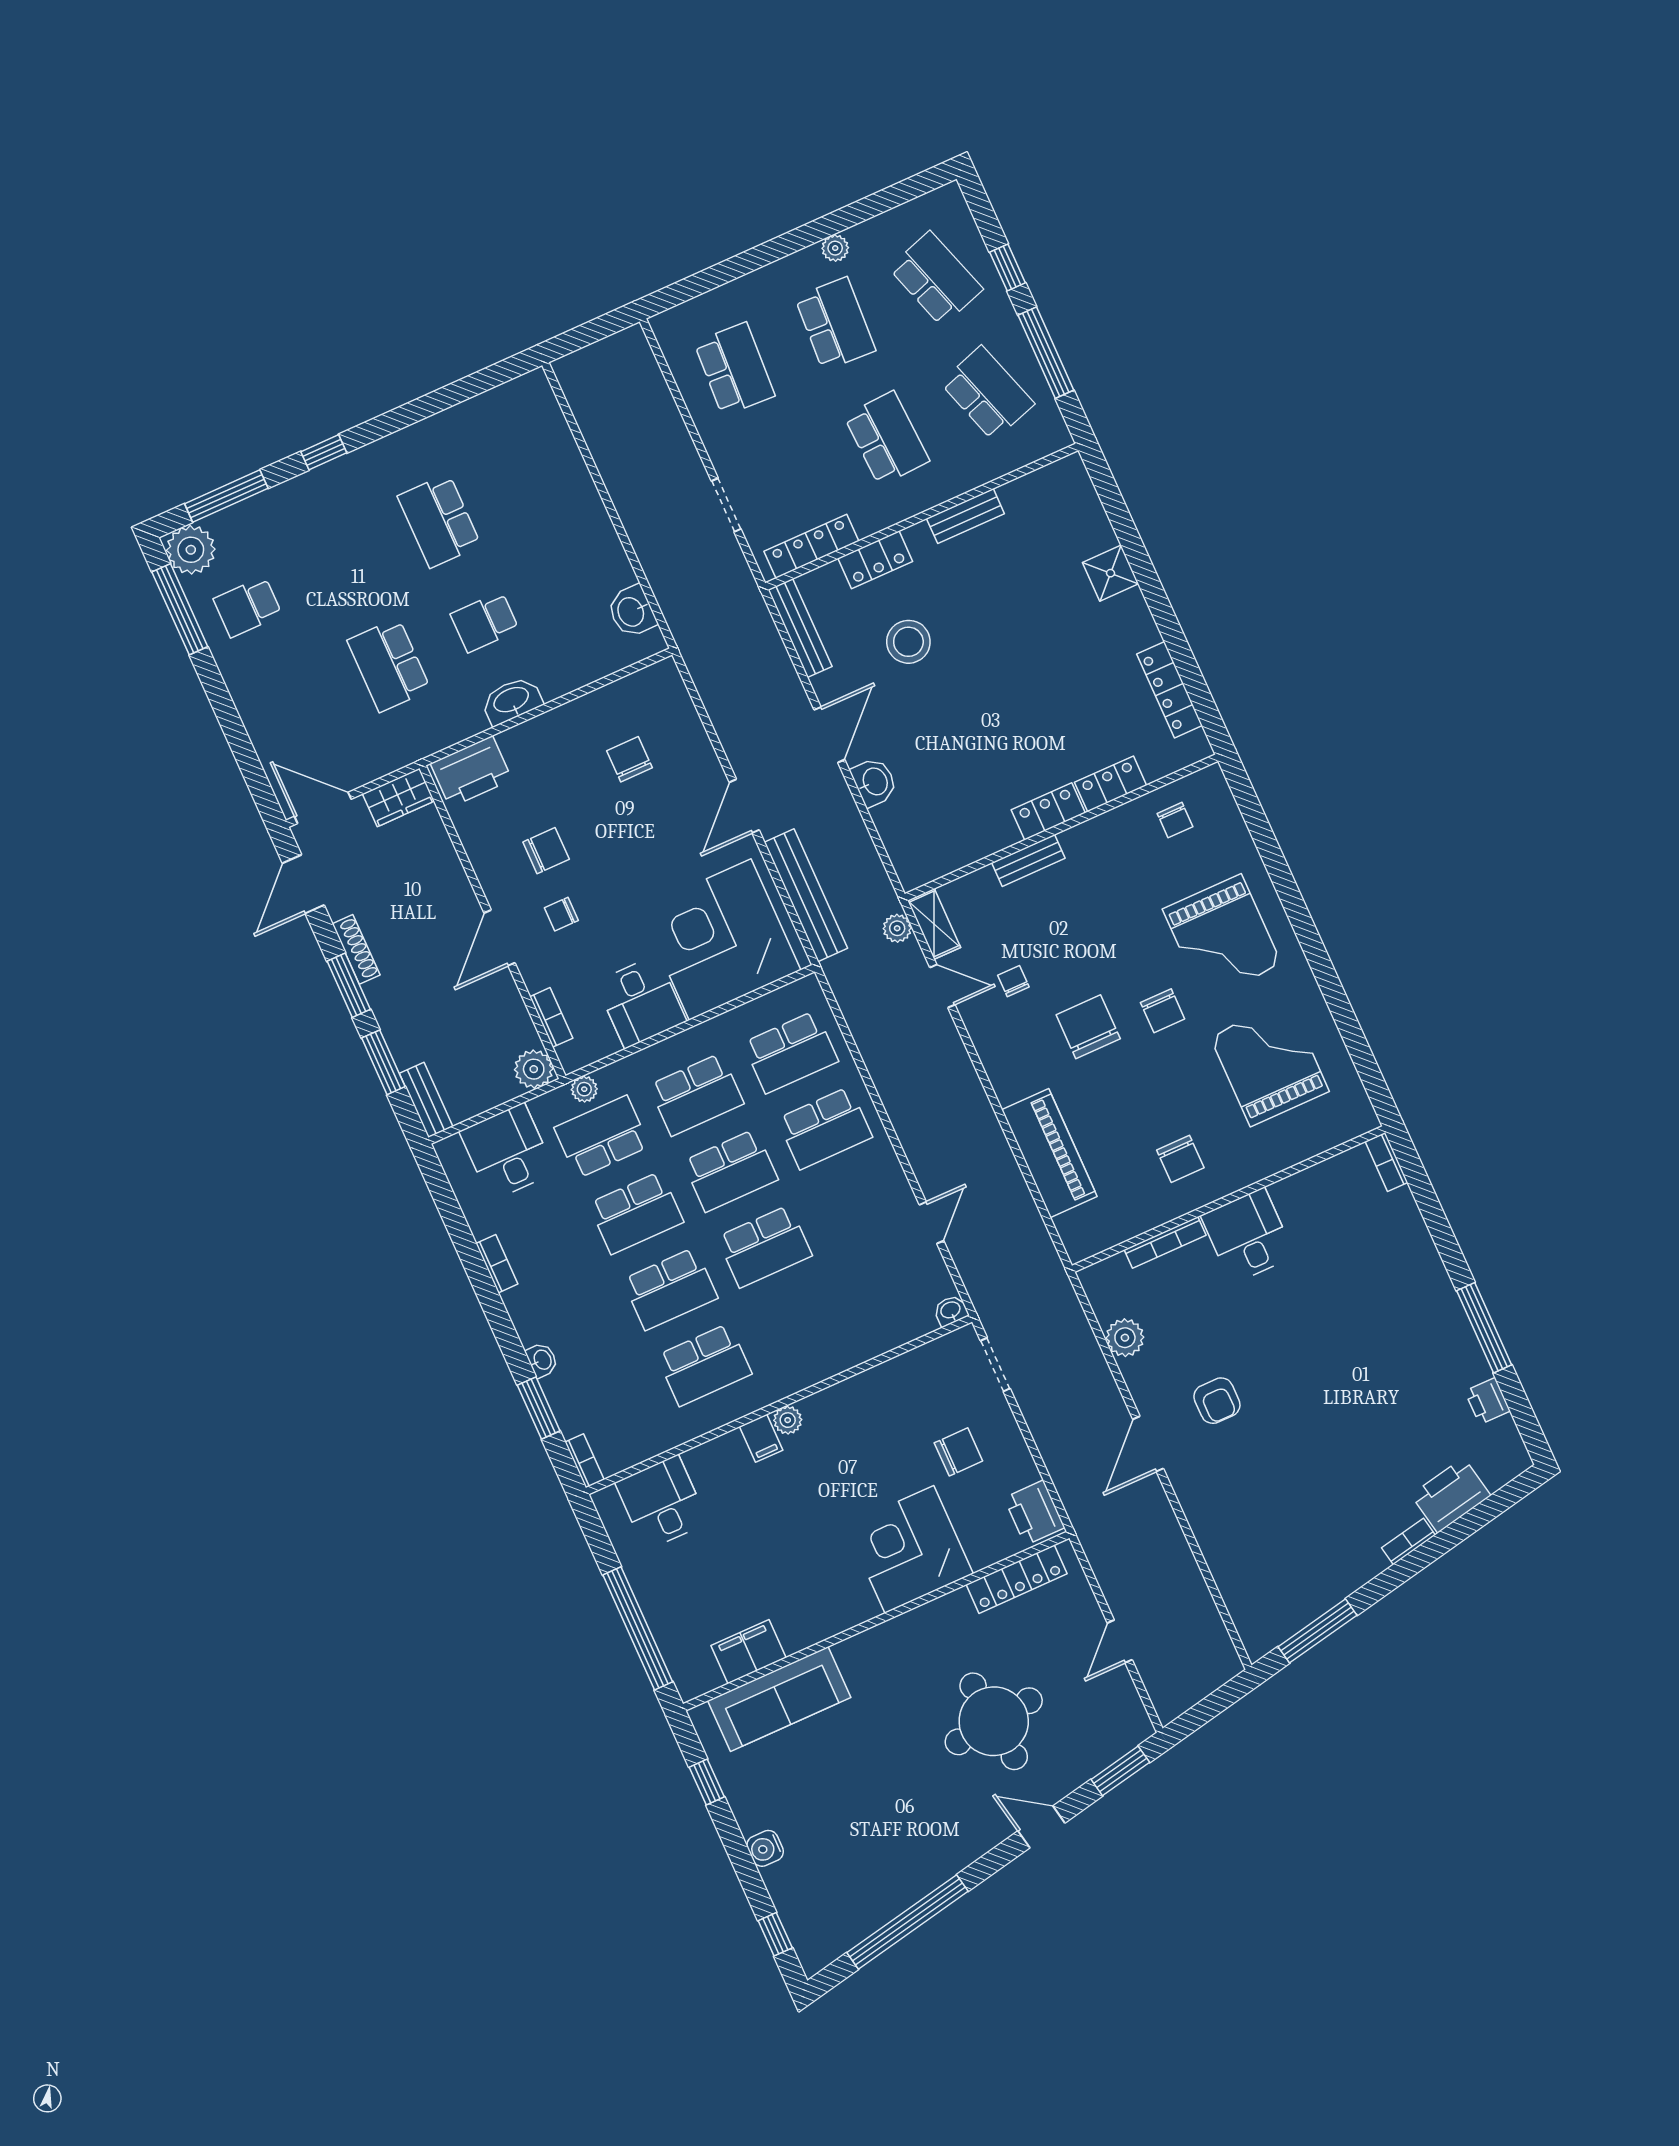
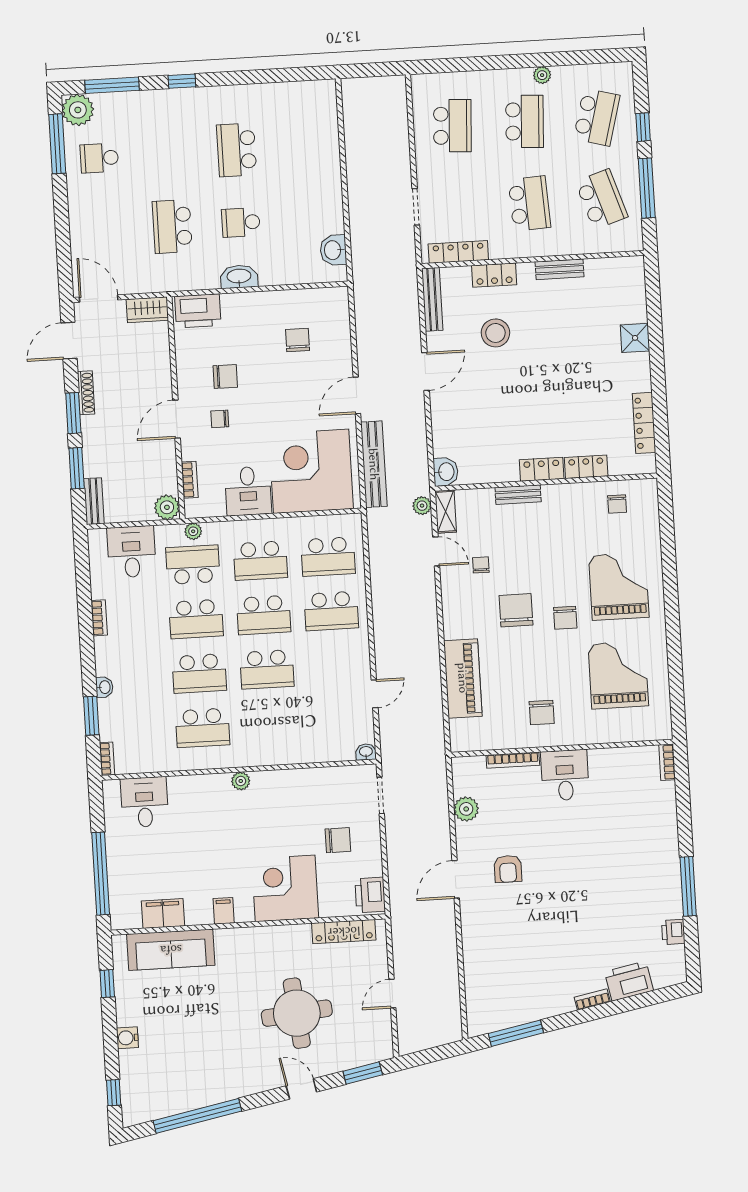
school desk: (936, 279) -> (597, 117), turned 33
washbasin: (874, 782) -> (446, 472), moved
grand piano: (1222, 937) -> (619, 586), turned 180
filing cabinet: (761, 1438) -> (224, 911), moved, turned 180

